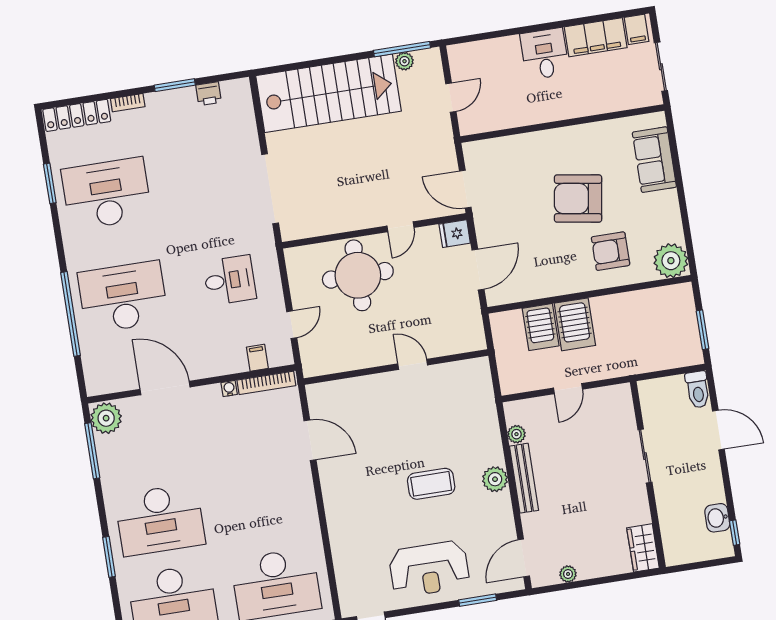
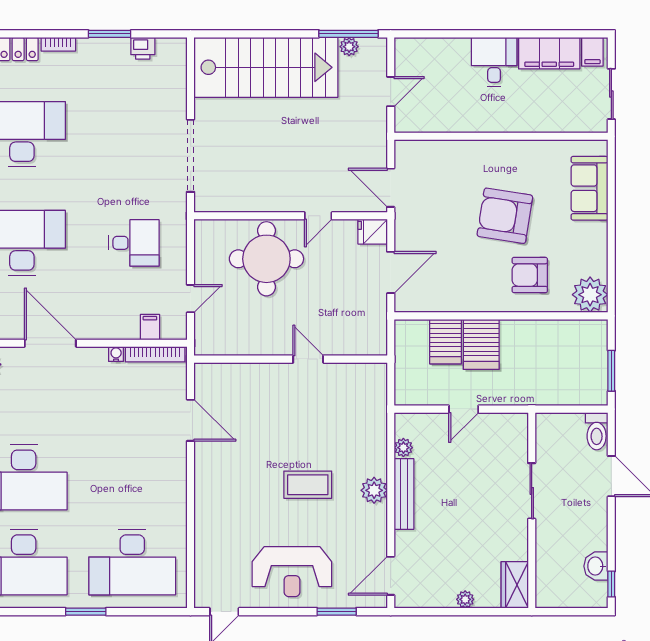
plant: (568, 574) -> (465, 599), moved

